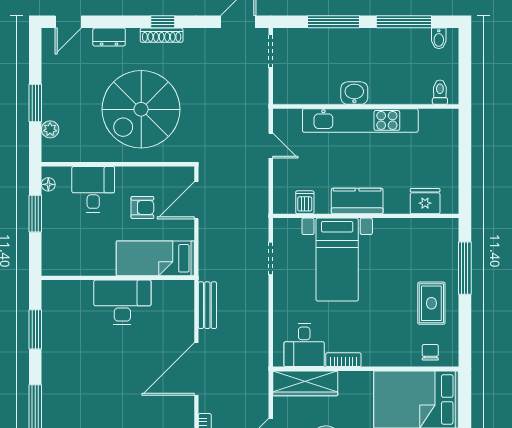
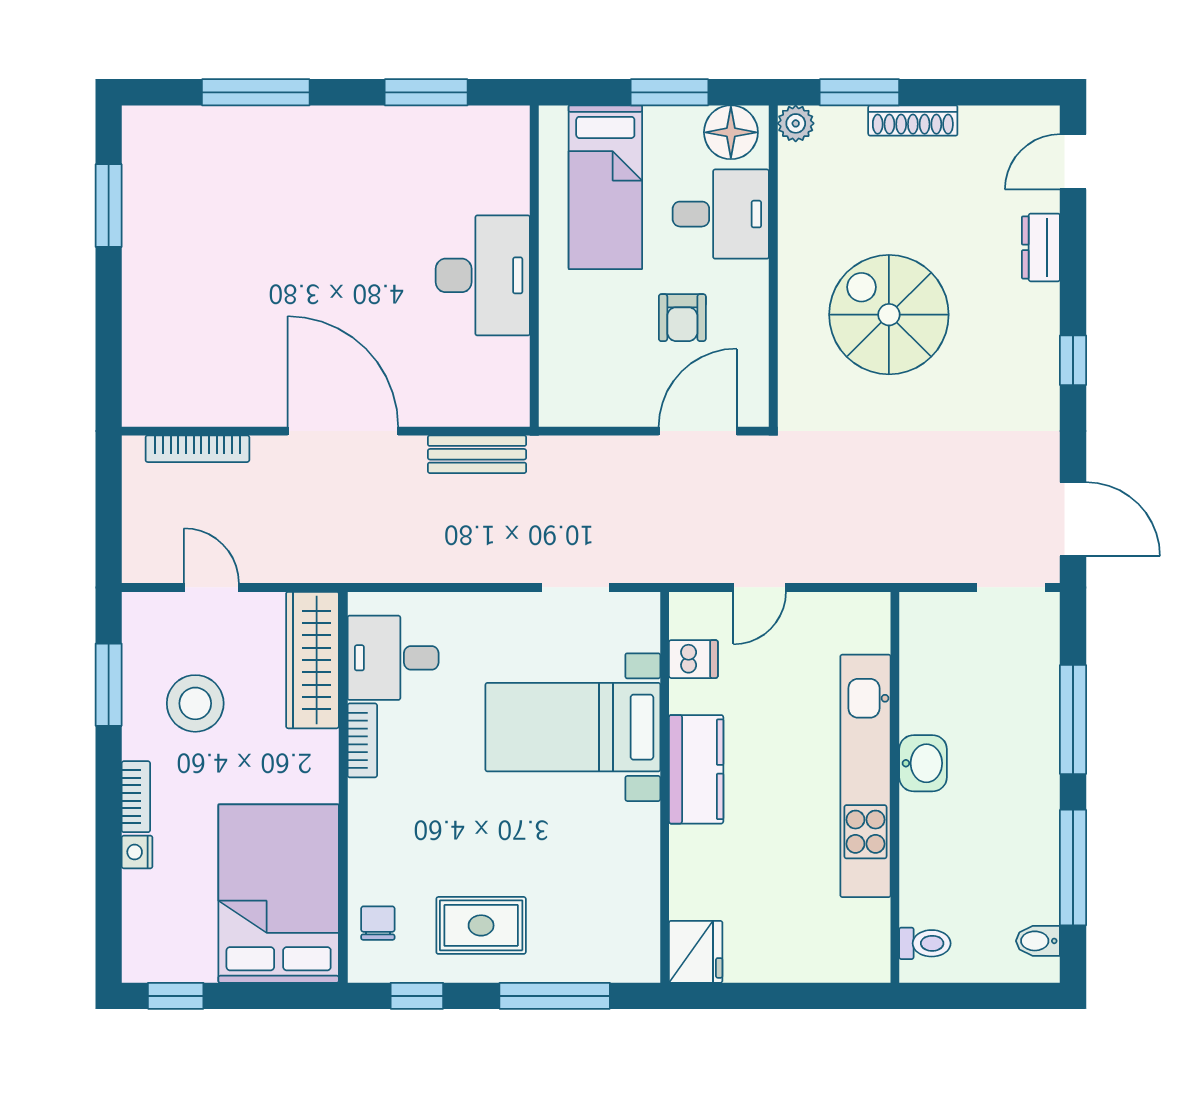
door: (68, 22) -> (1073, 162), hinge flipped
shoe rack: (162, 35) -> (913, 120), moved, turned -90
window: (35, 103) -> (859, 92), moved
spiral stairs: (141, 109) -> (889, 315), width x0.73, depth x0.73
plant: (50, 129) -> (796, 123), moved
door: (271, 146) -> (760, 587), moved
floor lamp: (48, 184) -> (731, 132), width x1.89, depth x1.89
door: (196, 200) -> (698, 431), hinge flipped
fridge: (425, 201) -> (696, 952), moved
bed: (155, 258) -> (605, 187), moved, turned 180
window: (465, 334) -> (417, 996), added
chair: (430, 352) -> (378, 923), turned -90

